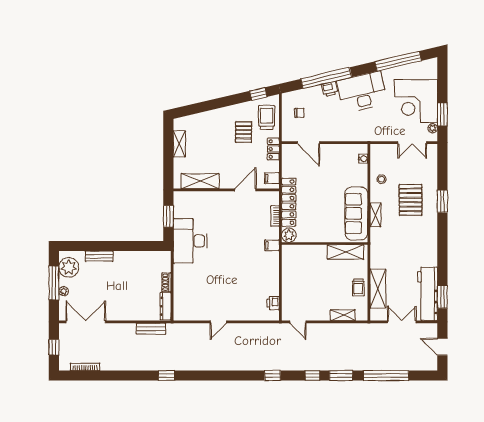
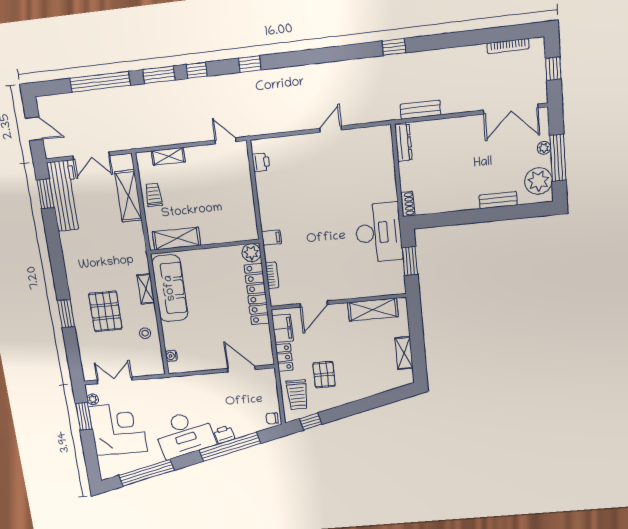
chair: (299, 113) -> (272, 418), moved
filing cabinet: (272, 178) -> (283, 328), width x2.00
shoe rack: (166, 282) -> (408, 204), moved

